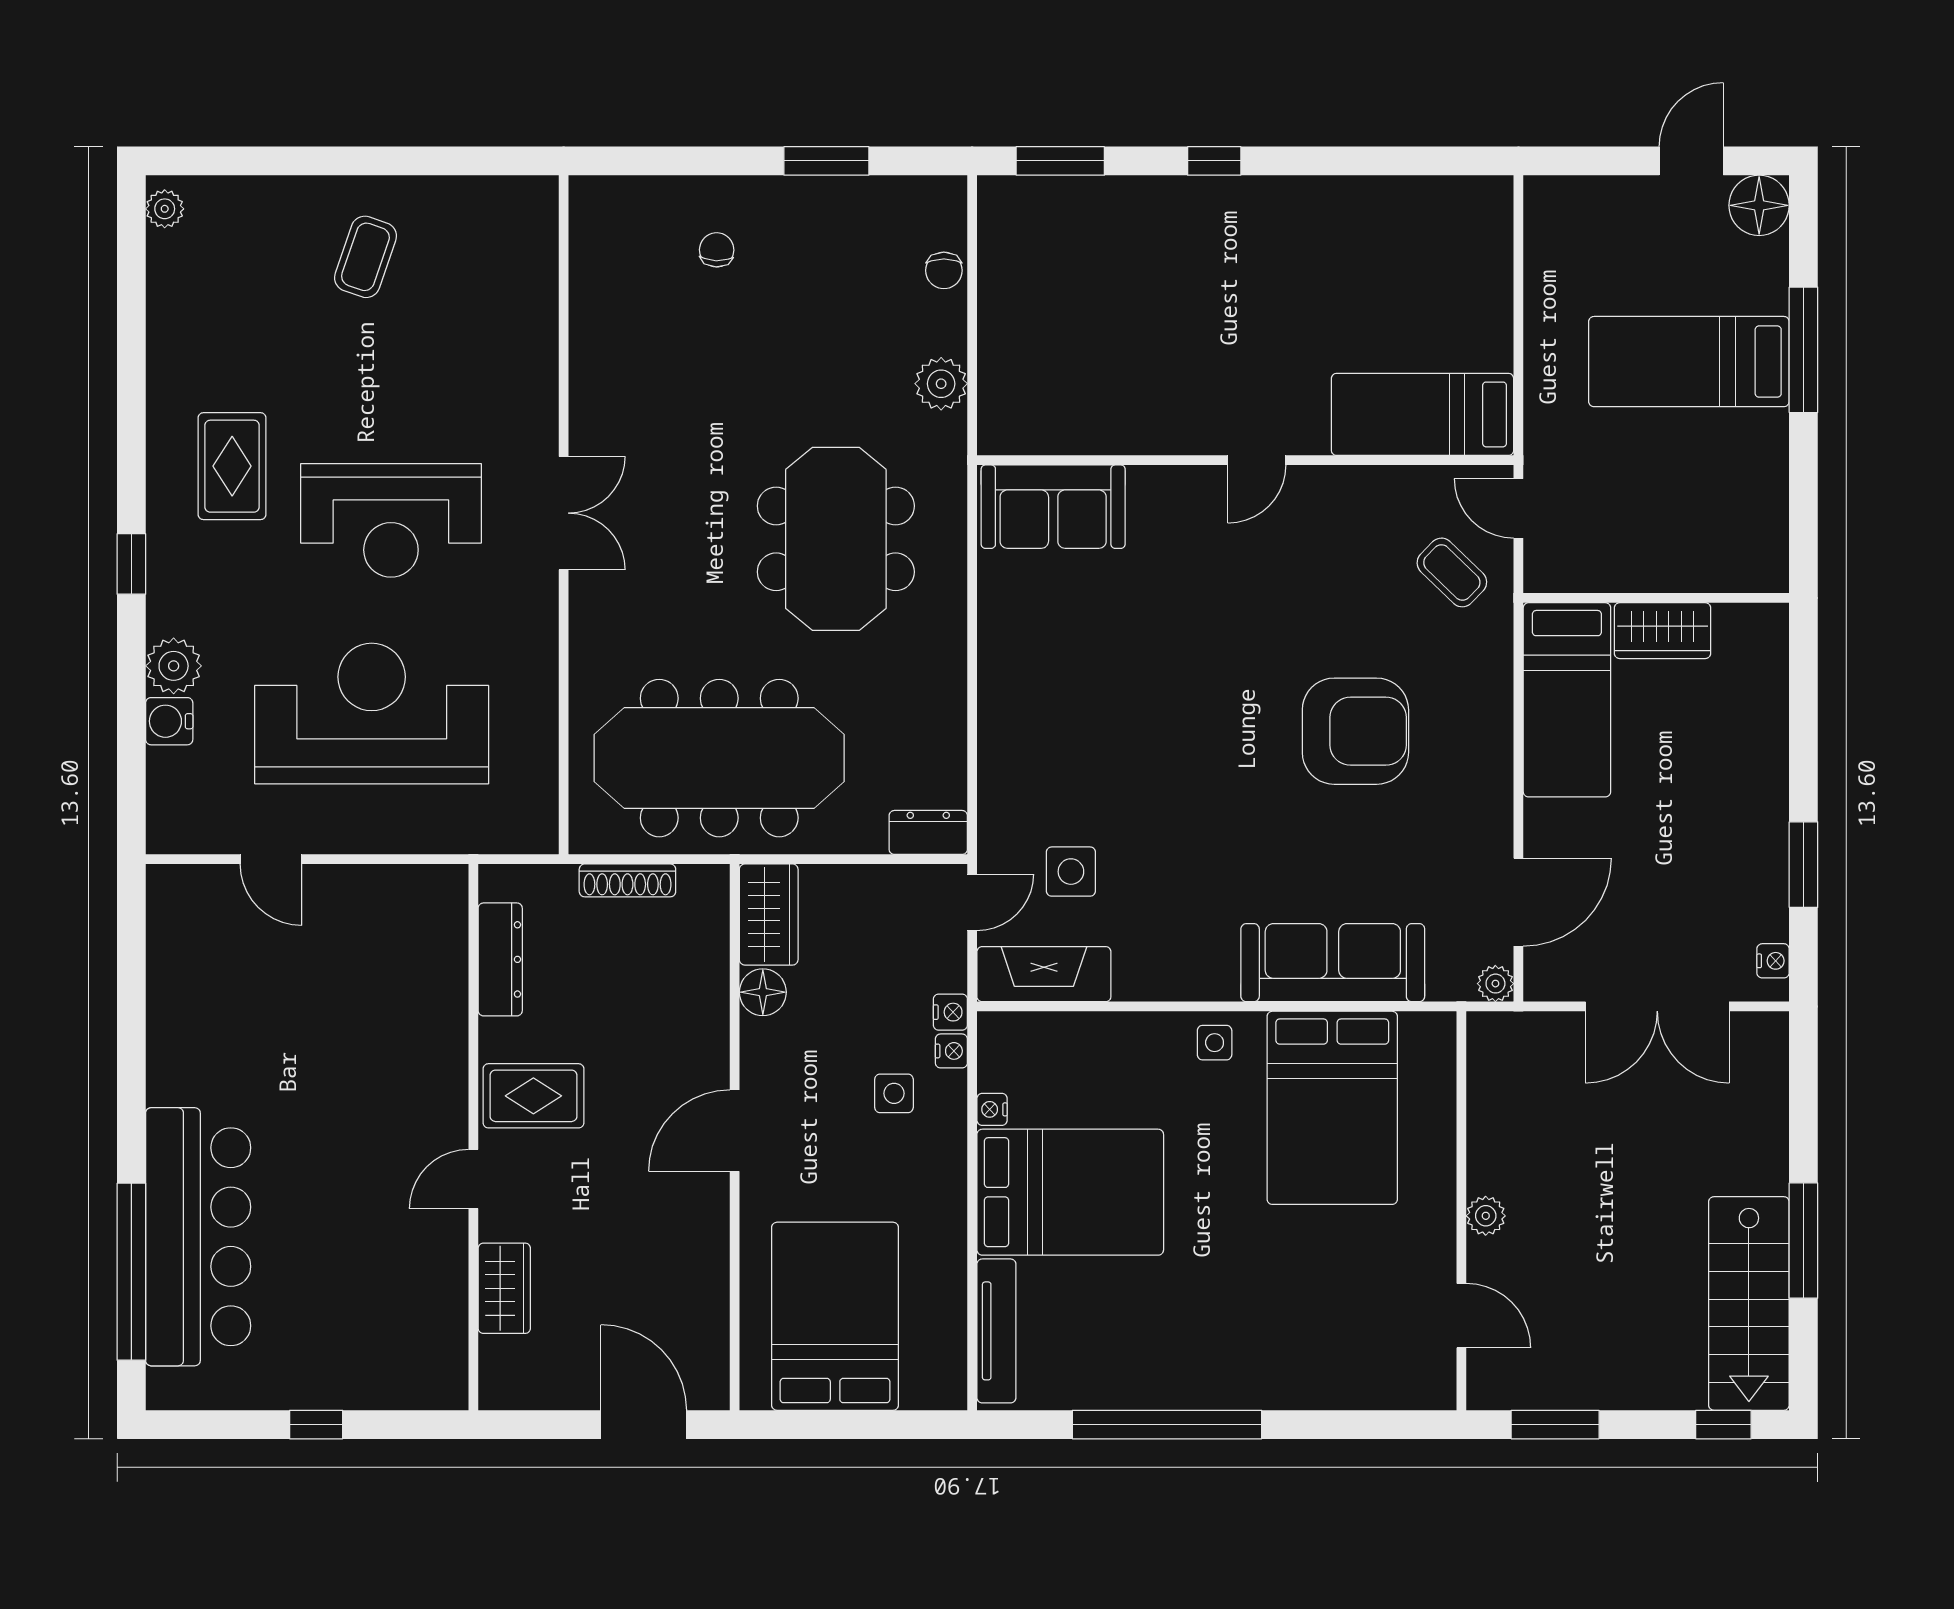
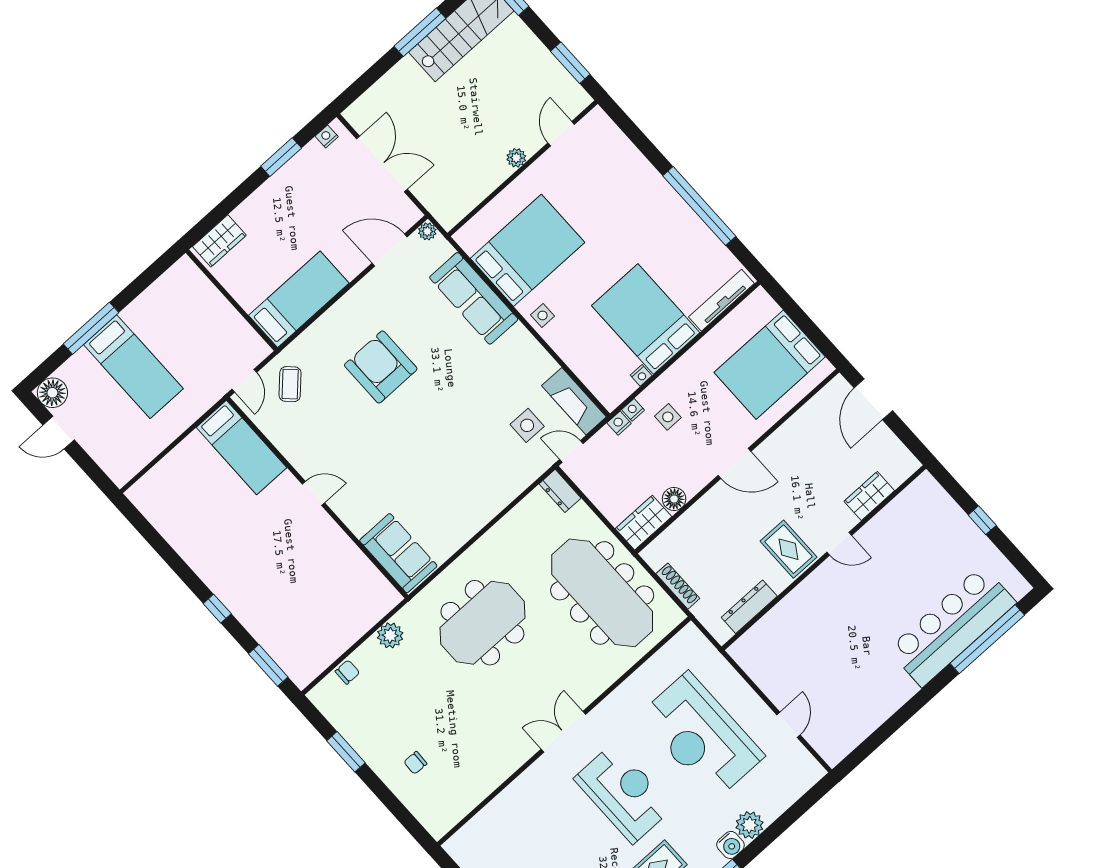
wardrobe: (1663, 631) -> (219, 241), moved, turned 90
water cooler: (169, 721) -> (730, 845), moved

